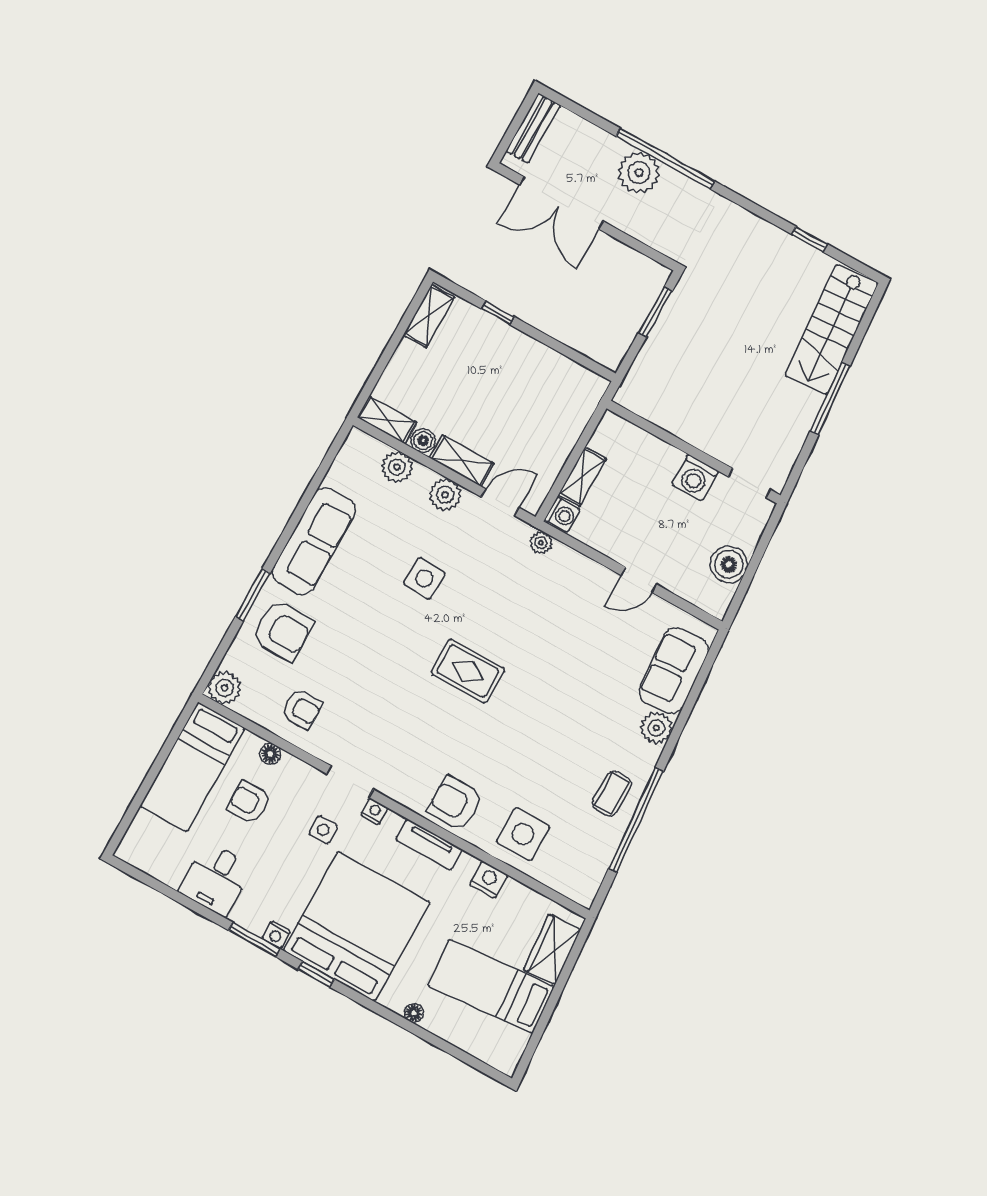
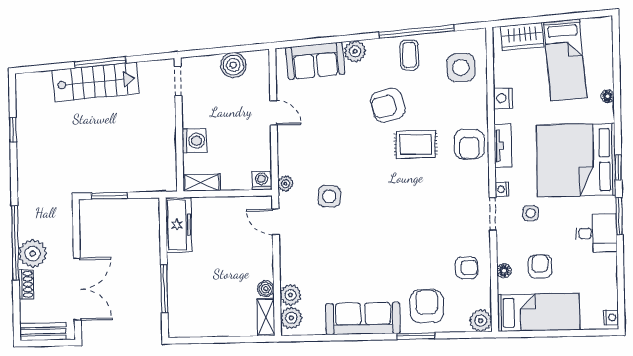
shoe rack: (605, 142) -> (26, 284), added
window: (498, 313) -> (164, 289), width x2.17
shelving: (429, 316) -> (190, 328), removed
stairs: (832, 329) -> (95, 82), moved
freezer: (568, 378) -> (179, 225), added
shelving: (462, 461) -> (264, 259), removed
shelving: (582, 477) -> (202, 183), moved
washing machine: (695, 478) -> (194, 141), moved
plant: (445, 495) -> (291, 318), moved
side table: (424, 578) -> (329, 196), moved
rug: (468, 671) -> (416, 144), moved, turned 90
armchair: (302, 709) -> (467, 268), turned 90
armchair: (564, 729) -> (388, 105), added
coffee table: (612, 794) -> (409, 55), turned 90
armchair: (249, 802) -> (540, 266), turned 180
side table: (523, 834) -> (461, 68), moved
desk: (216, 879) -> (596, 233), moved
nightstand: (276, 935) -> (611, 317), moved

